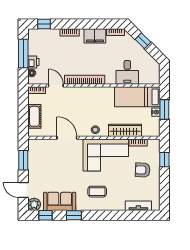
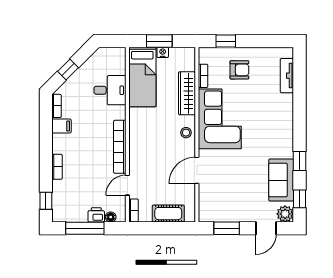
filing cabinet: (95, 36) -> (61, 126), width x0.50
armchair: (143, 170) -> (239, 70), turned -92
coffee table: (97, 192) -> (268, 130), removed

